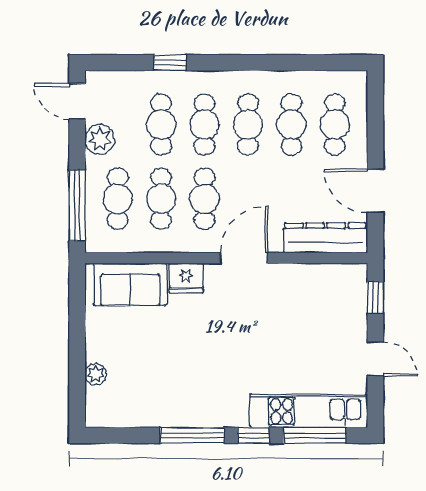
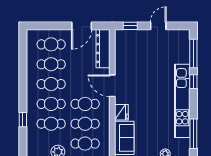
kitchen unit: (309, 411) -> (182, 101), moved, width x1.36
window: (192, 435) -> (193, 134), moved

